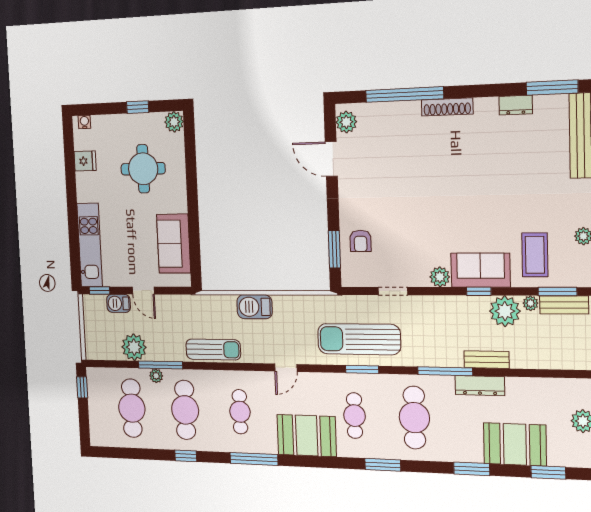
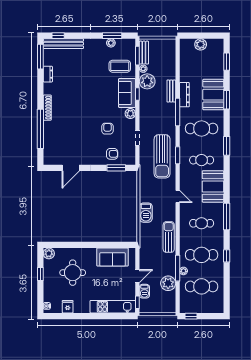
plant: (346, 122) -> (53, 159), removed
armchair: (409, 231) -> (107, 129), added
booth: (515, 444) -> (213, 95), moved

